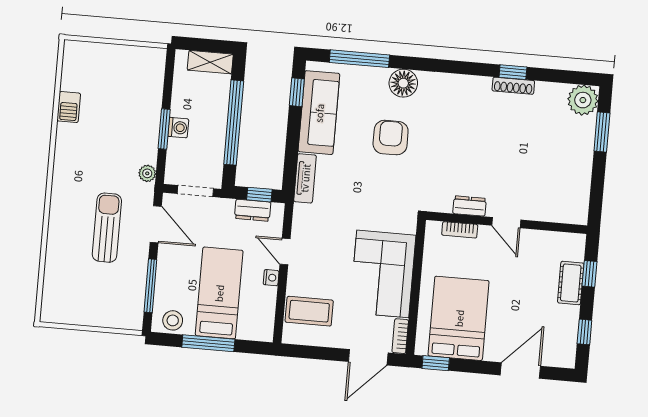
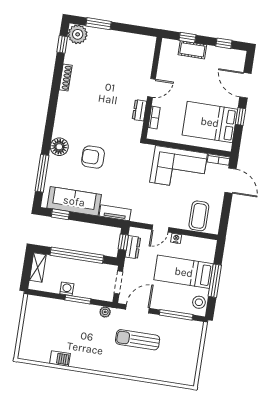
window: (513, 72) -> (62, 44), moved
washing machine: (178, 128) -> (67, 289), moved
window: (436, 363) -> (241, 116), moved

